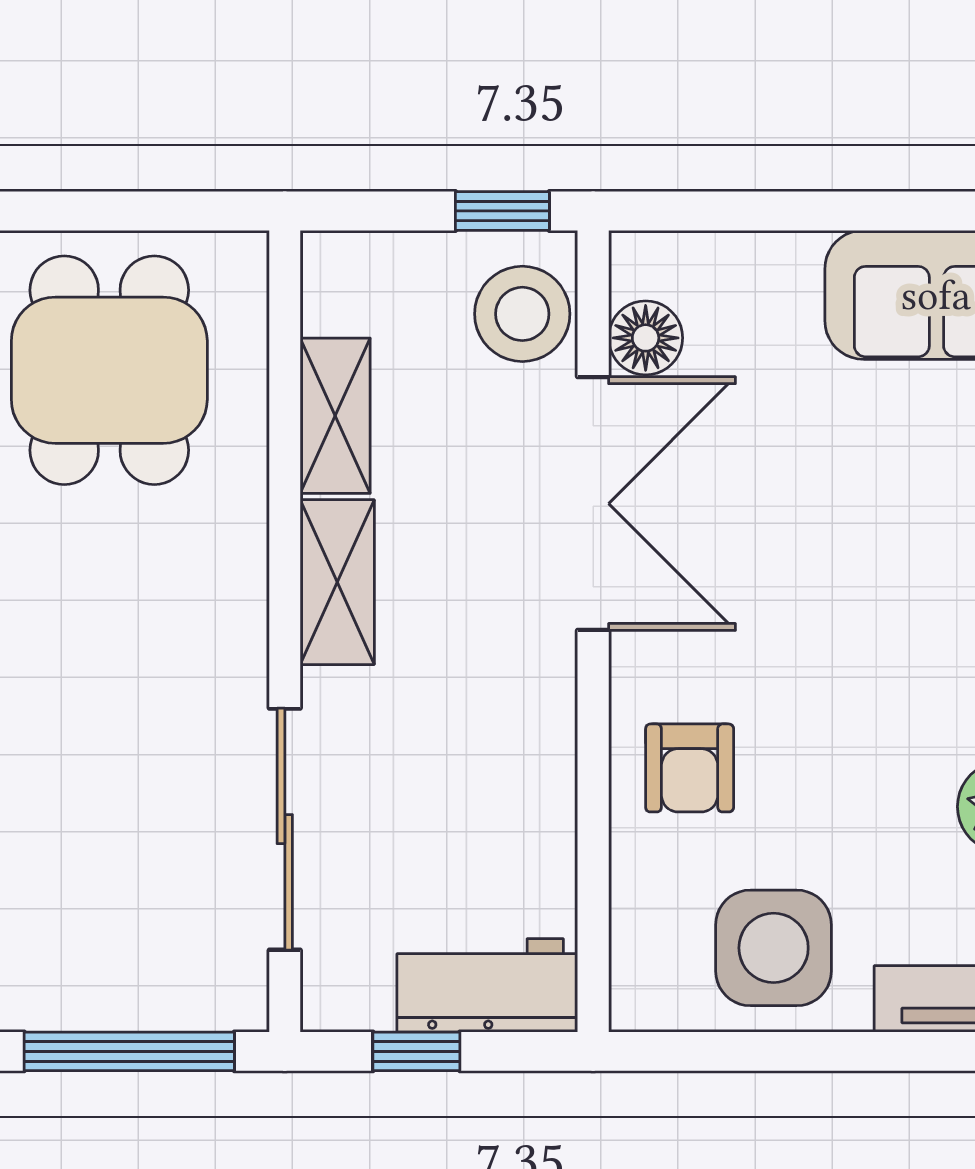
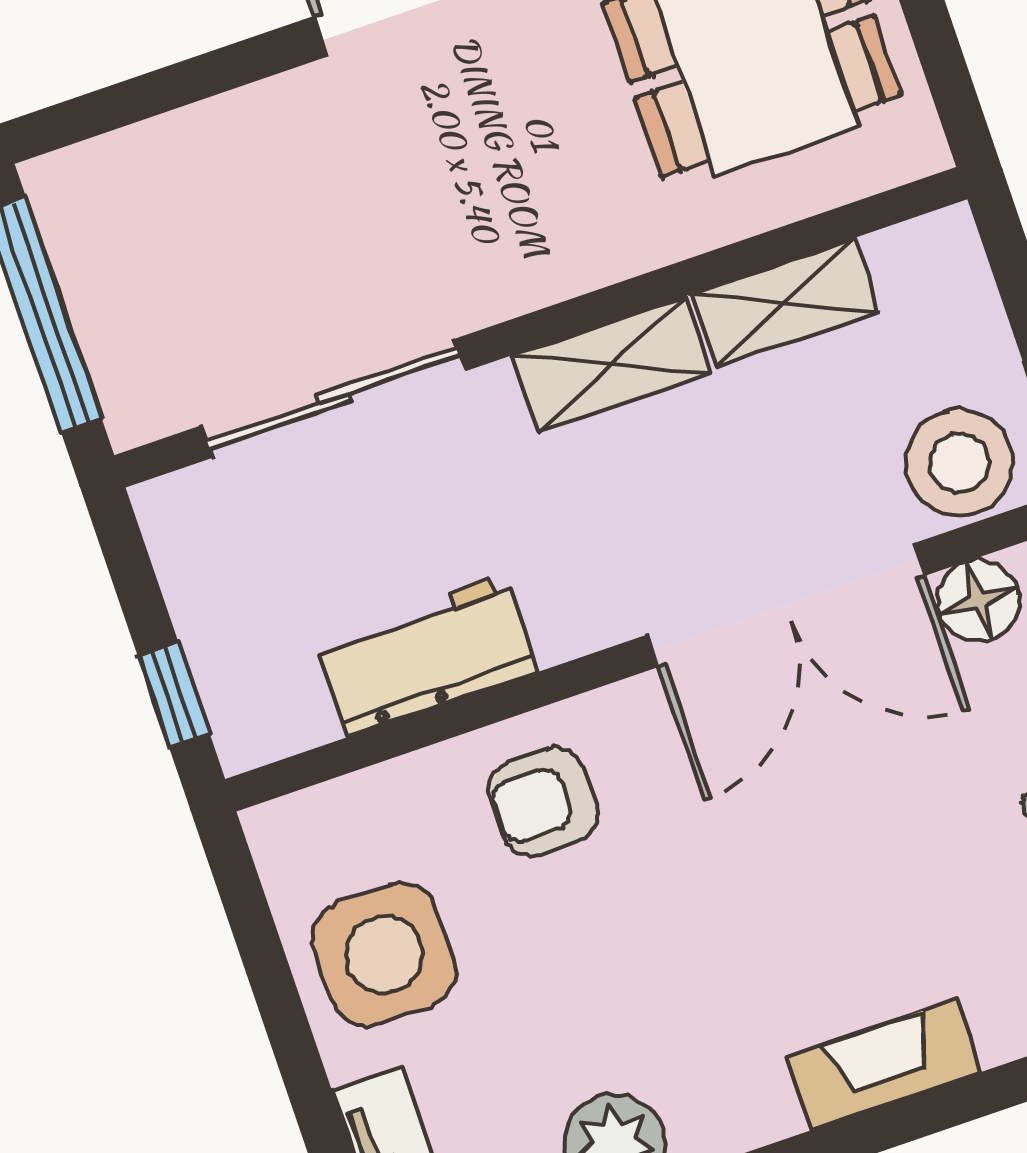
workbench: (487, 985) -> (426, 655), moved, turned -90
window: (416, 1051) -> (174, 695), moved

